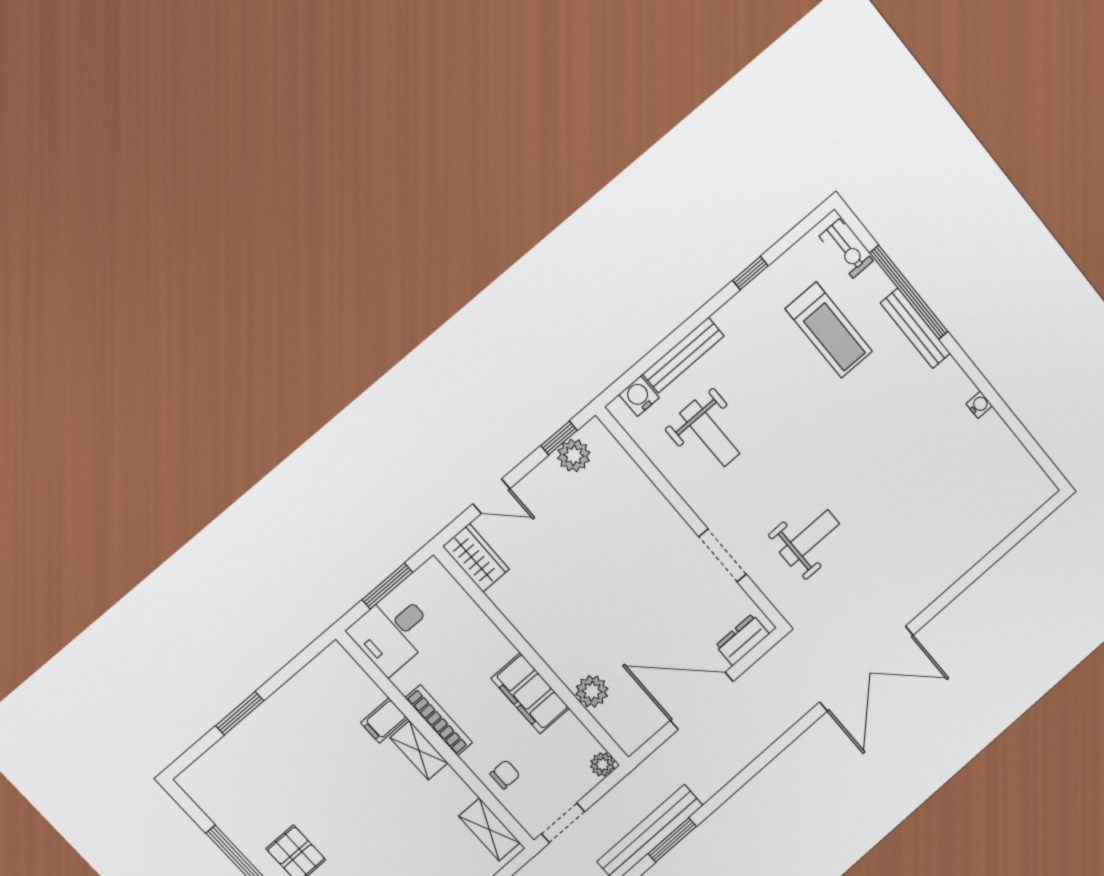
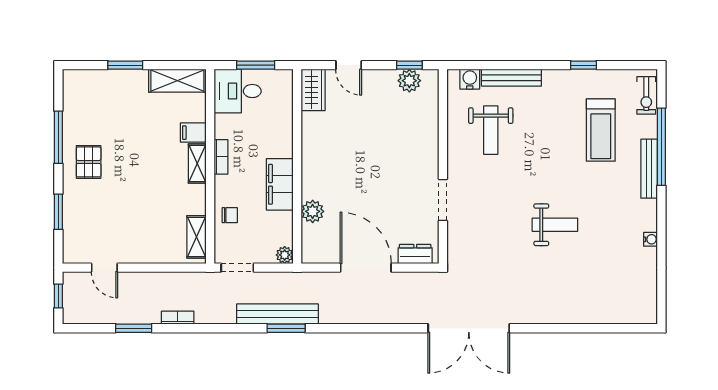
weight bench: (809, 538) -> (555, 225), moved
shelving: (315, 679) -> (177, 81), added
bookcase: (439, 720) -> (221, 157), width x0.64

